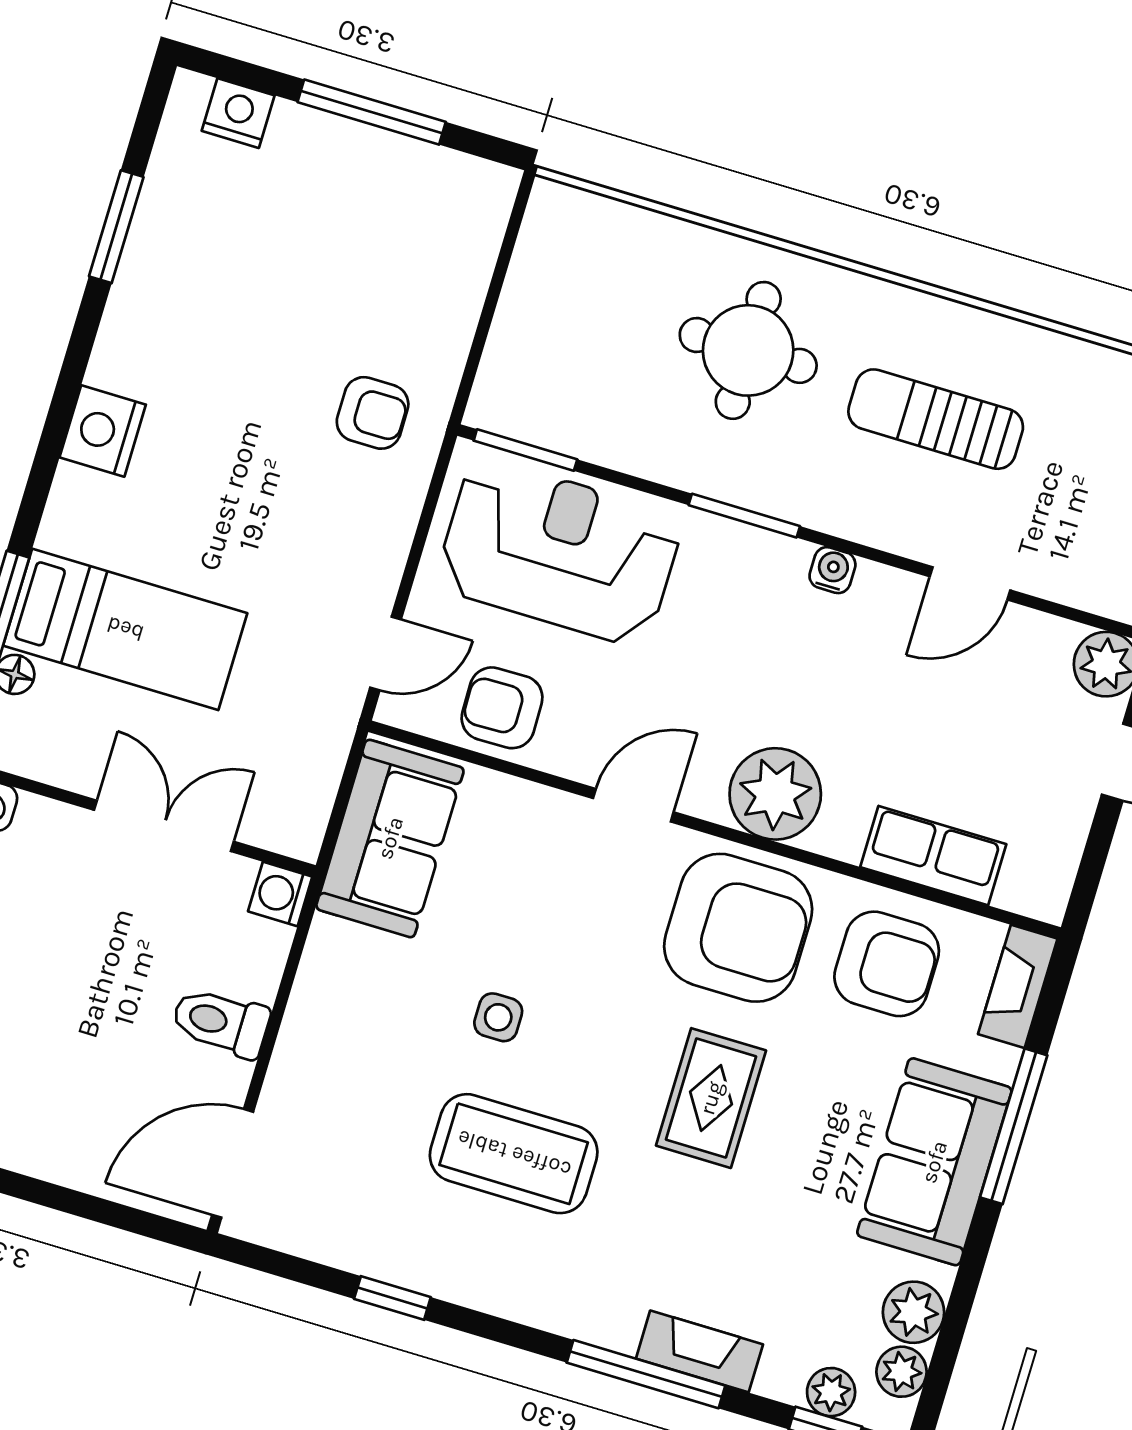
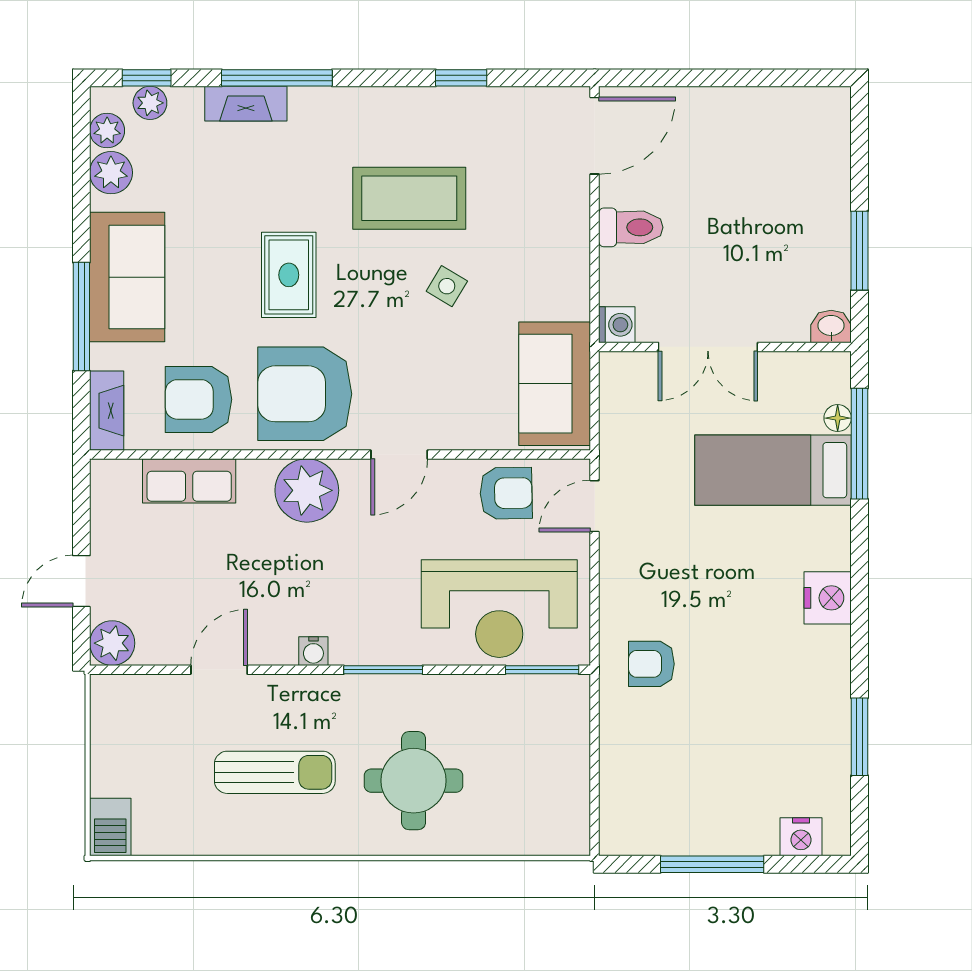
side table: (498, 1017) -> (447, 286), turned 31

